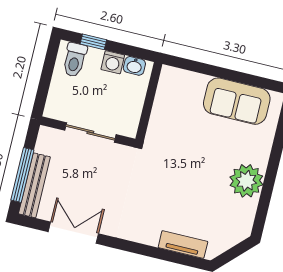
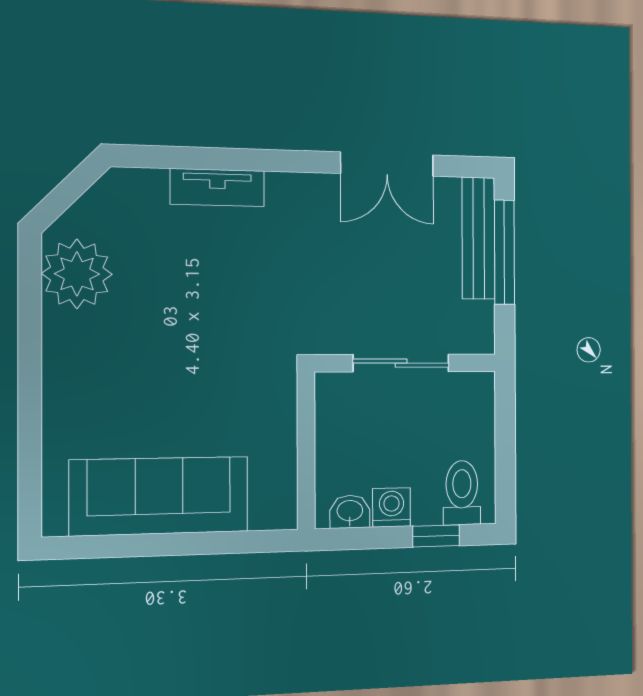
sofa: (237, 101) -> (159, 496), width x1.36
plant: (246, 181) -> (77, 274), moved
tv unit: (183, 244) -> (217, 188), moved

